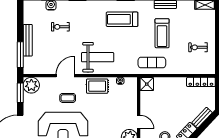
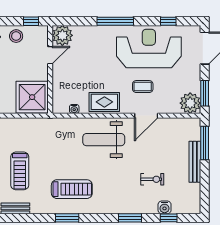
treadmill: (162, 33) -> (20, 171), turned 180
exercise mat: (152, 63) -> (33, 133), removed
shower: (147, 84) -> (32, 97), width x1.86, depth x1.86
door: (139, 122) -> (50, 55), swing flipped

